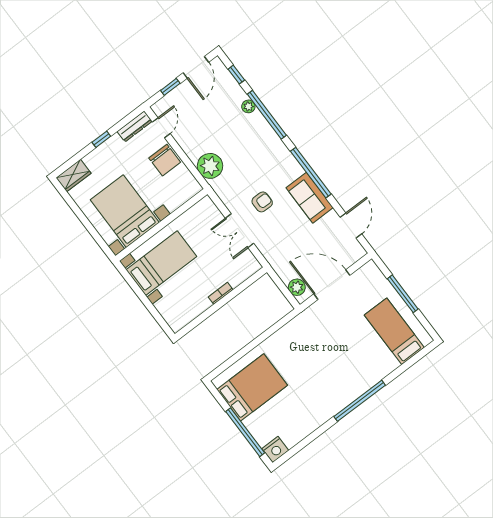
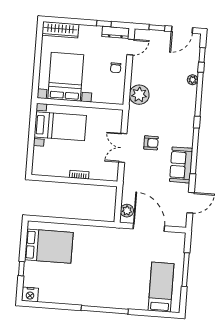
window: (101, 139) -> (104, 24), moved
chair: (165, 160) -> (116, 68), width x0.54, depth x0.54
wardrobe: (73, 175) -> (60, 30), width x1.50
window: (245, 432) -> (21, 269), width x0.32

